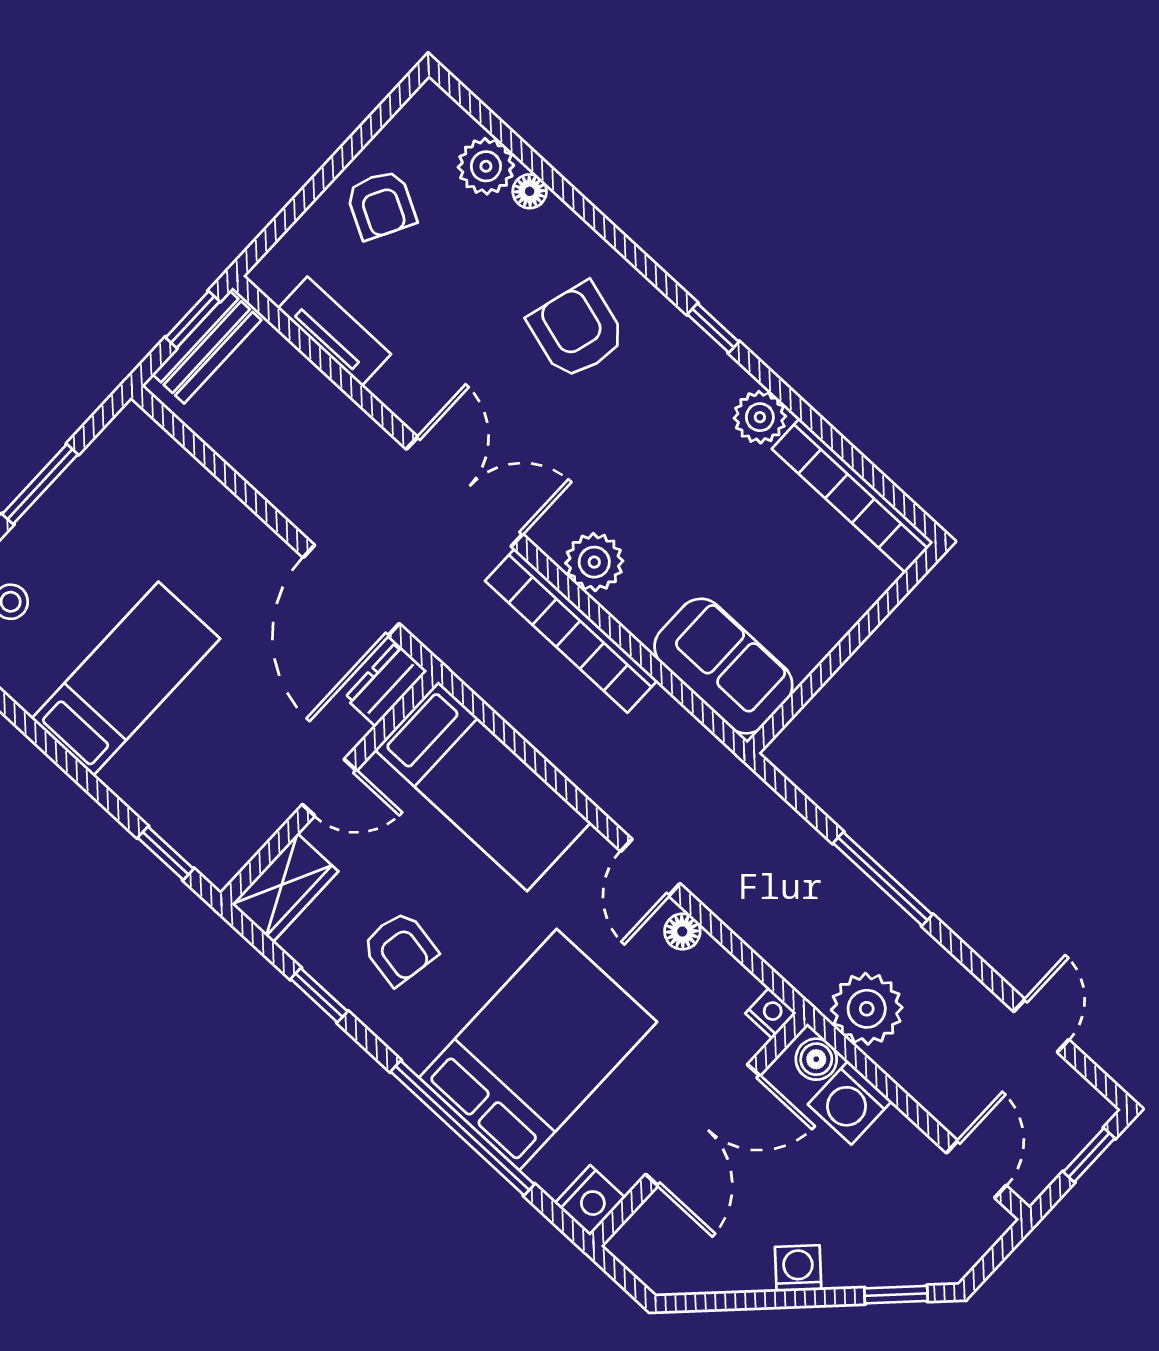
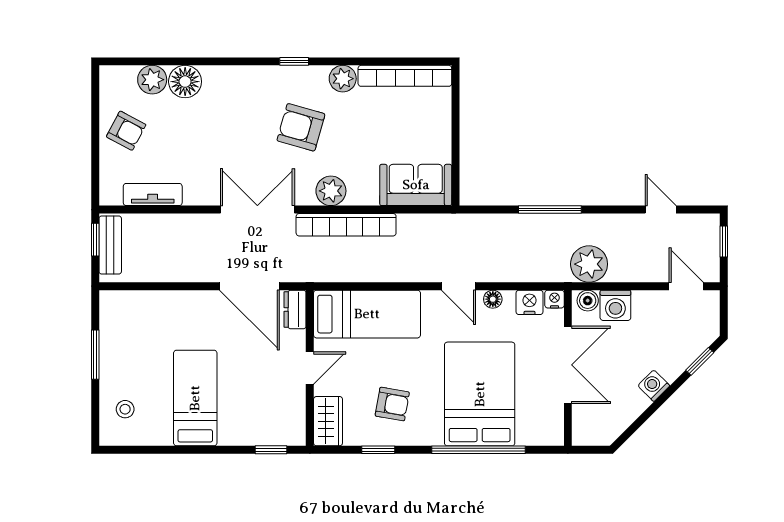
floor lamp: (530, 191) -> (185, 82), width x1.89, depth x1.89
armchair: (577, 331) -> (301, 127), moved
nightstand: (590, 1200) -> (529, 302), moved, turned -90

